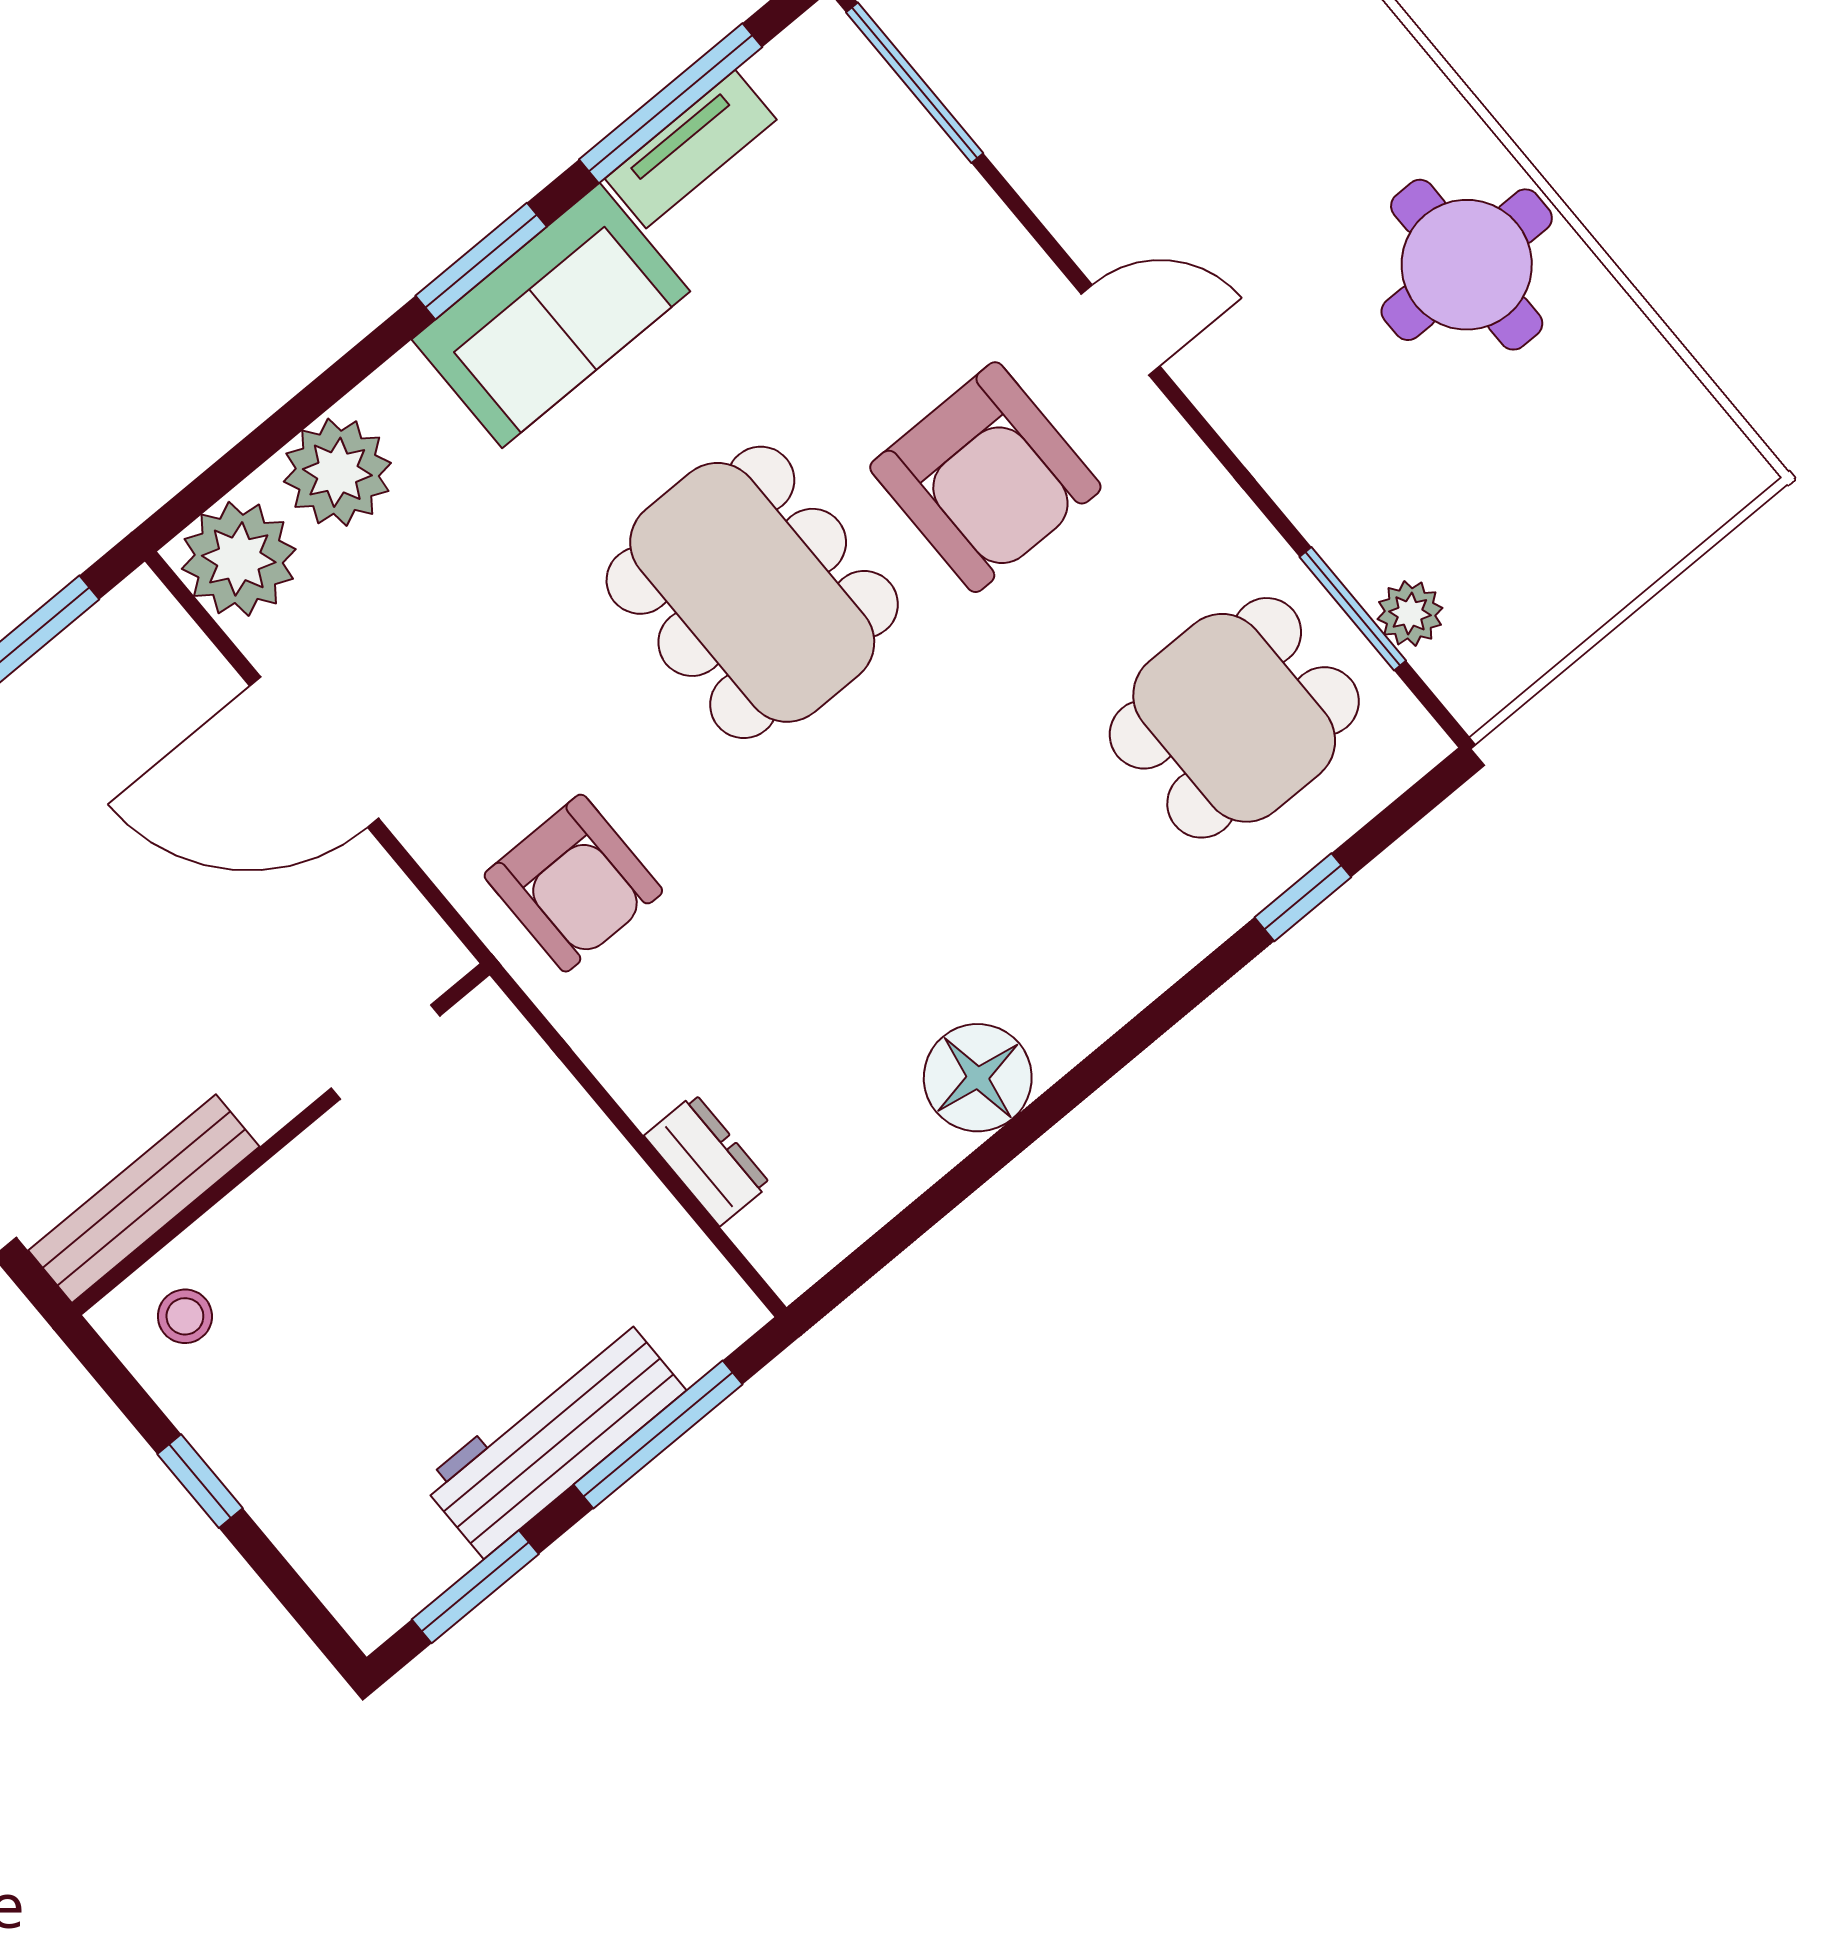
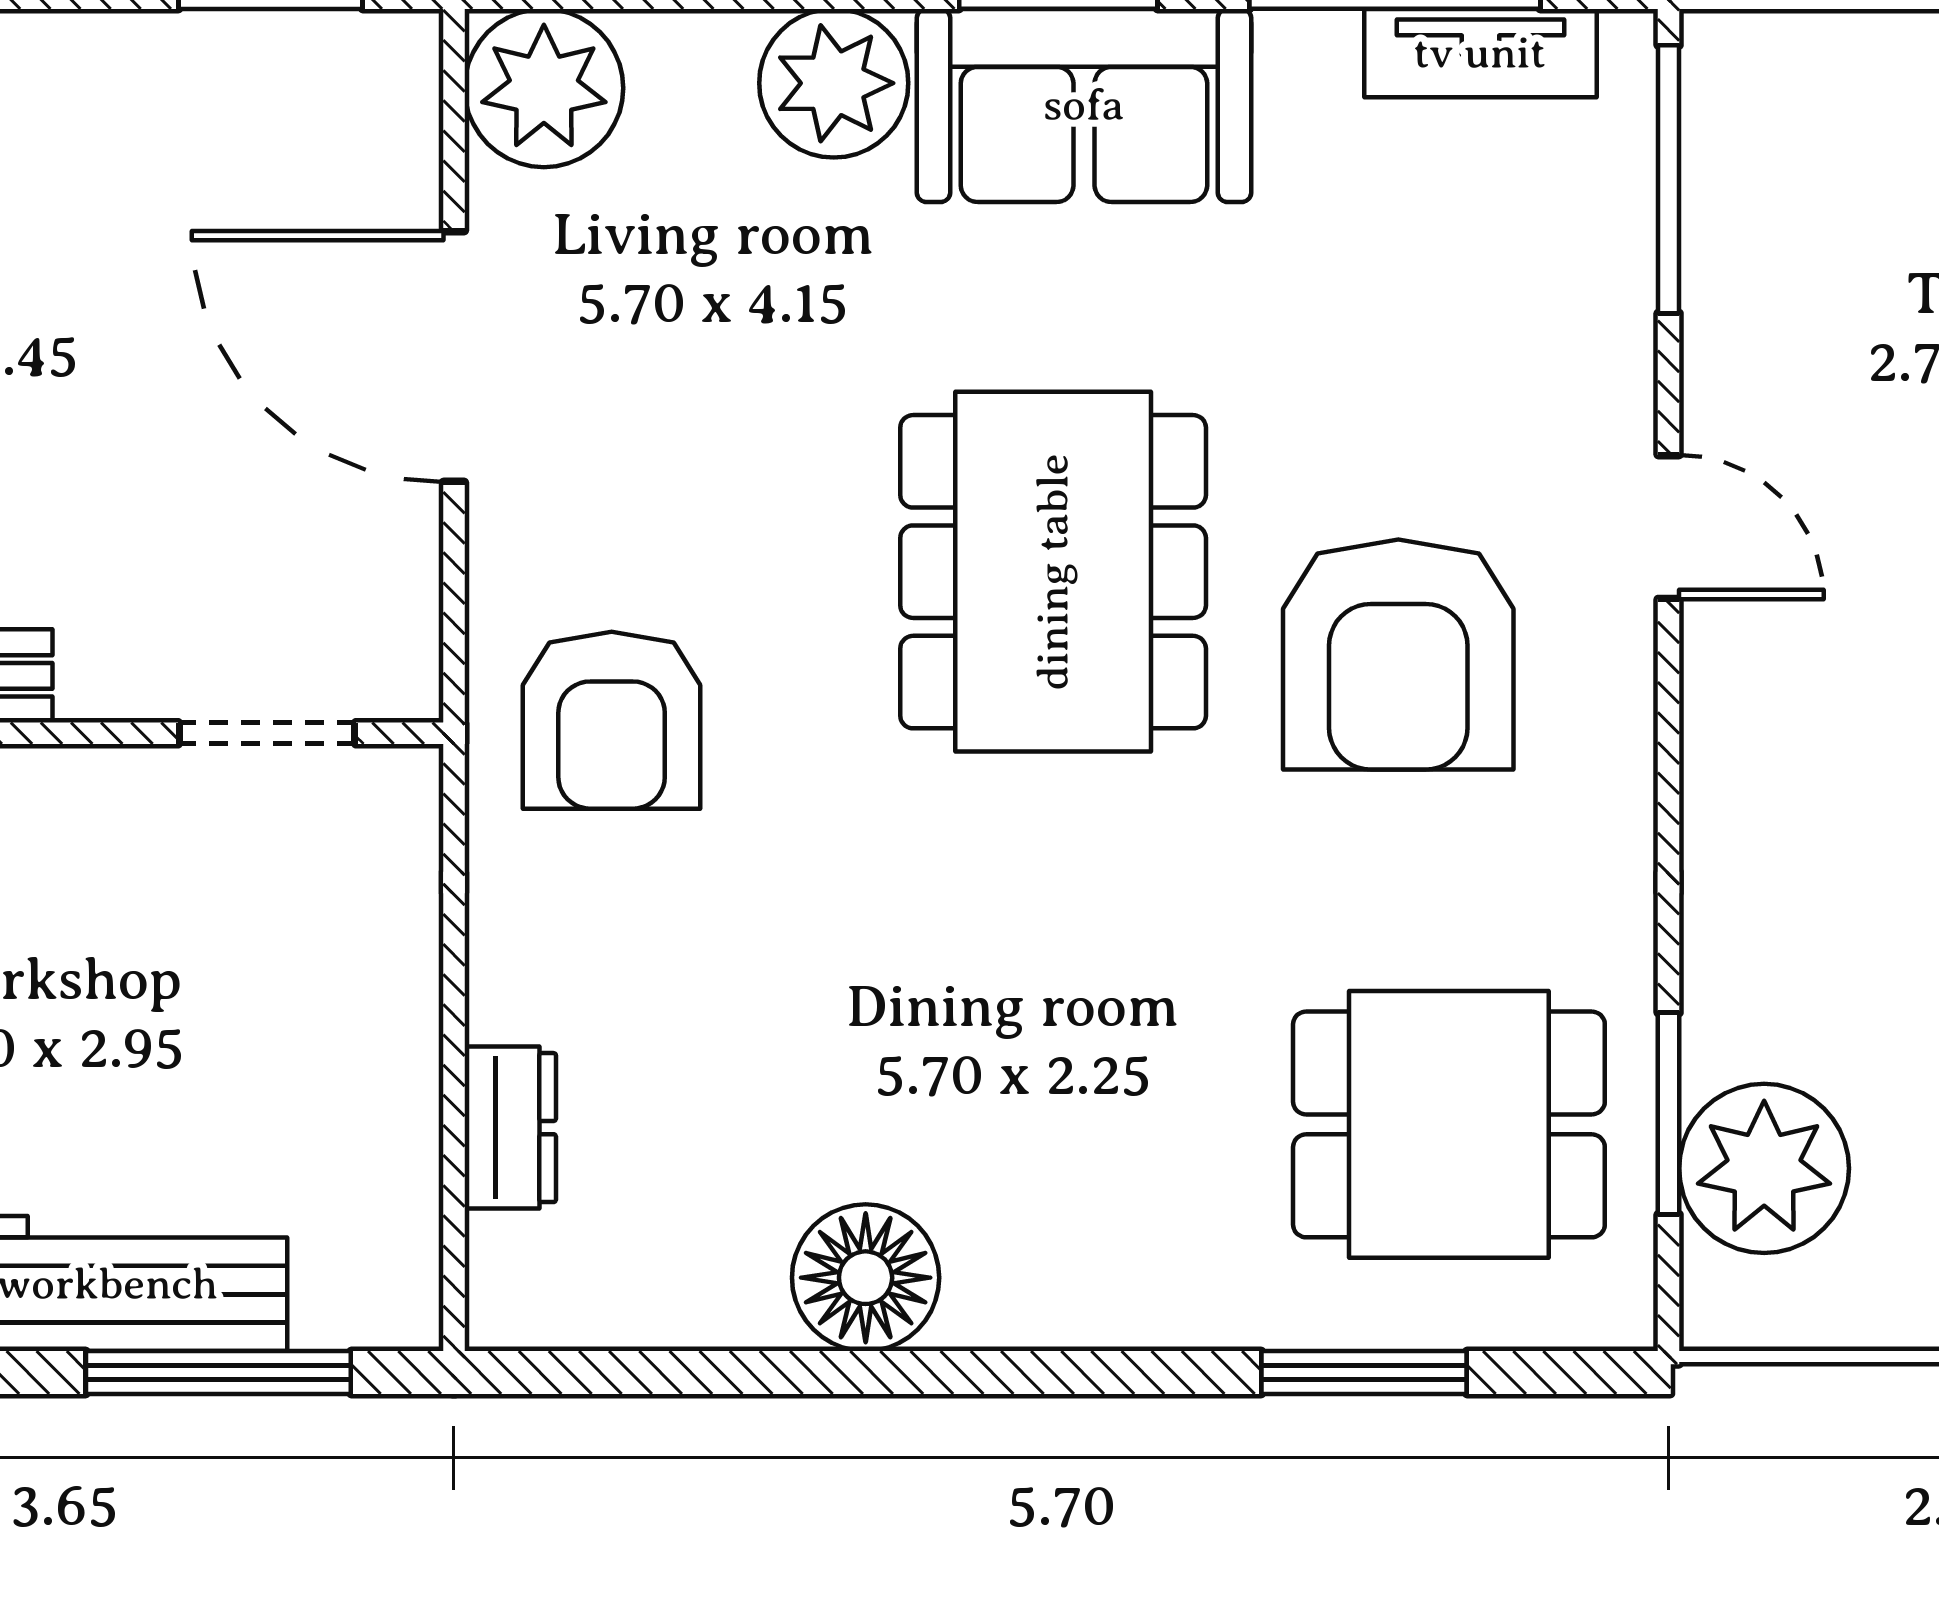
tv unit: (691, 149) -> (1480, 53), moved
door: (1121, 330) -> (1669, 527), moved
plant: (337, 472) -> (834, 83), moved
plant: (1410, 613) -> (1764, 1168), width x1.87, depth x1.87
window: (1303, 897) -> (1364, 1373), width x1.50

